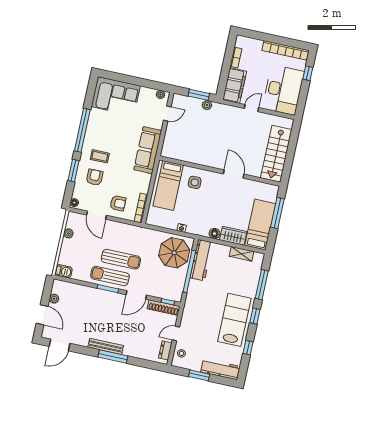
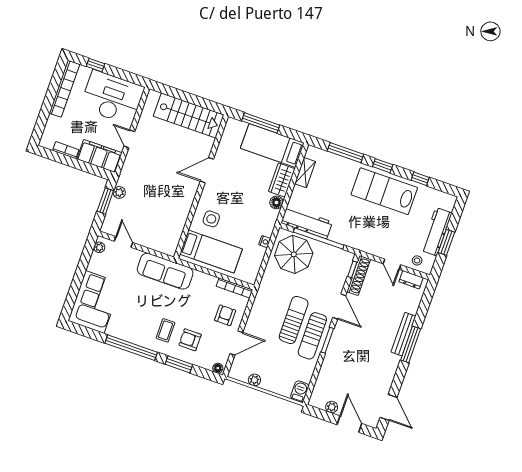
door: (42, 315) -> (349, 424), hinge flipped
bench: (106, 346) -> (403, 334), moved
workbench: (221, 369) -> (436, 232), moved

